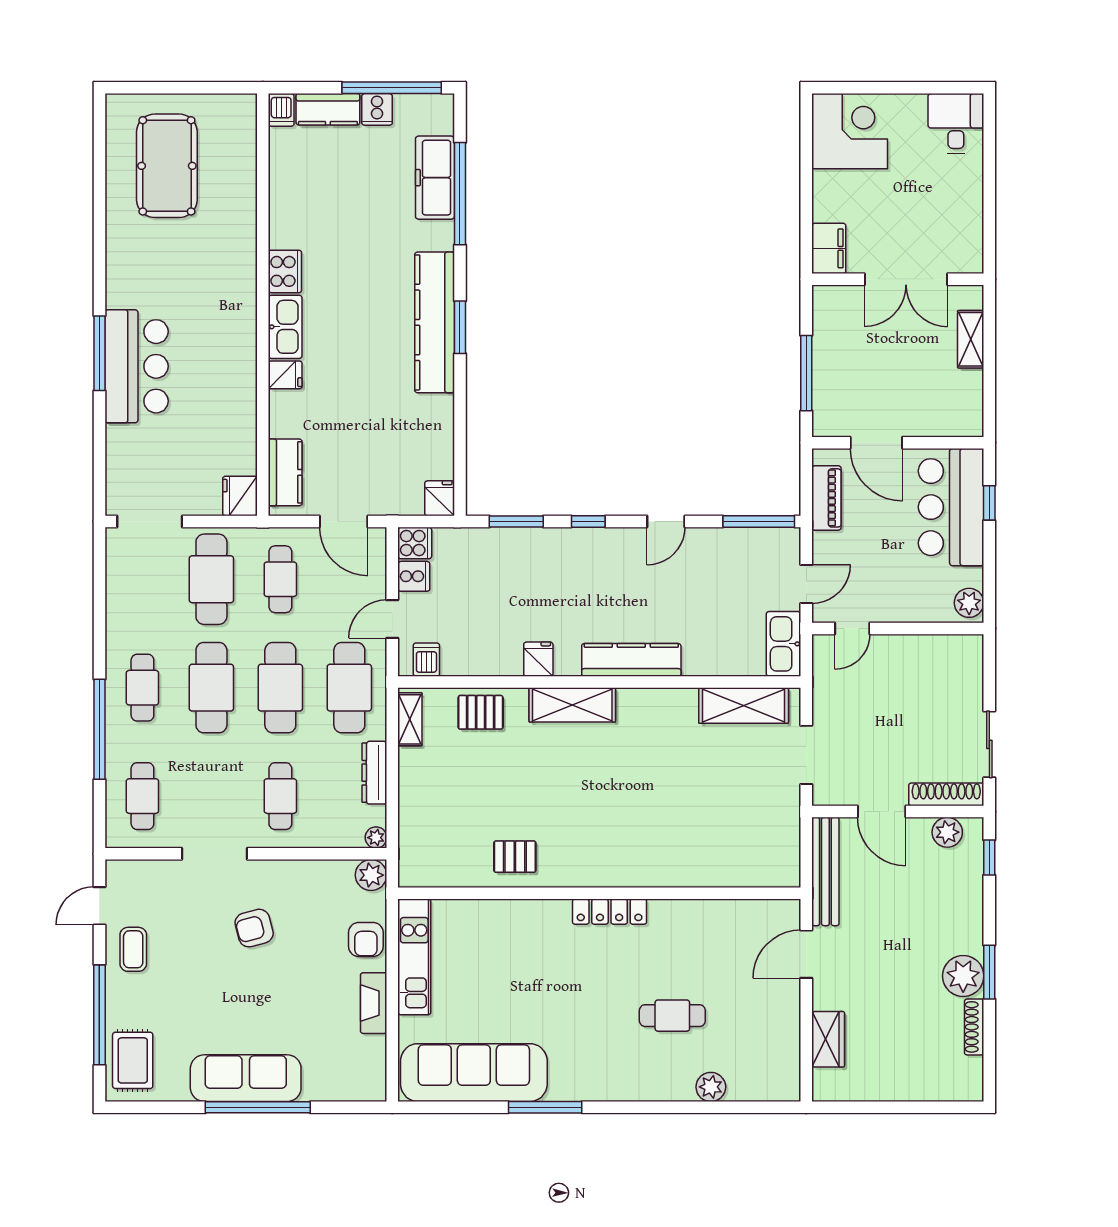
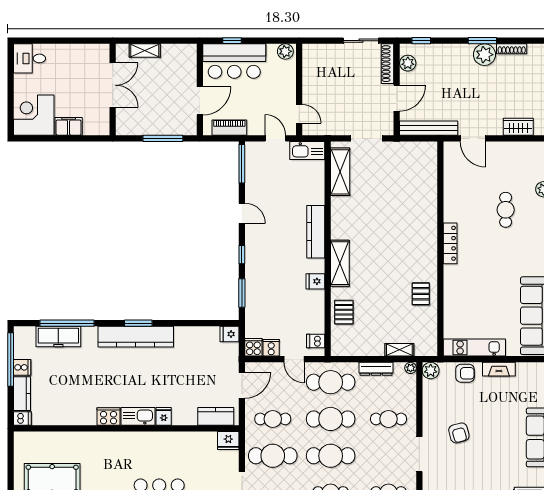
filing cabinet: (829, 248) -> (69, 126), moved
shelving: (410, 719) -> (399, 350), moved

